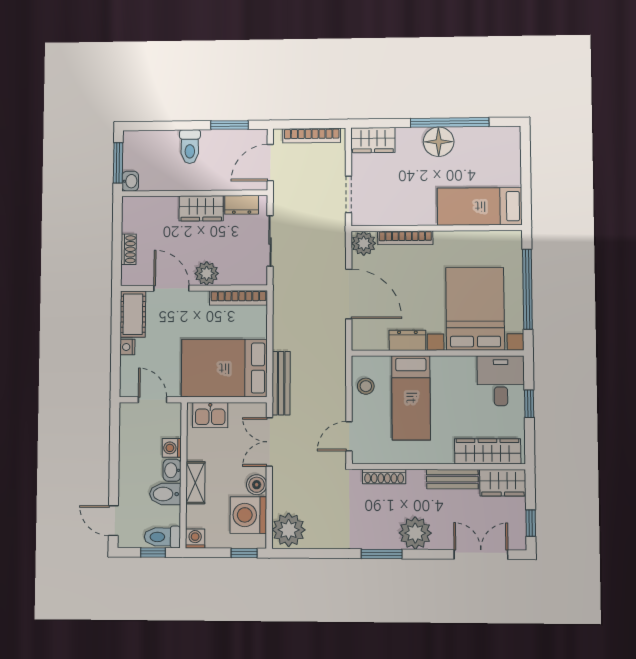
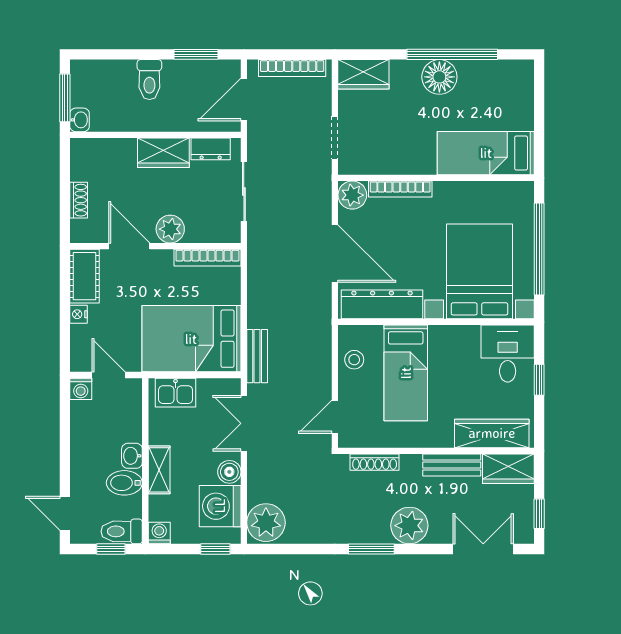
dresser: (407, 340) -> (382, 304), width x1.96, depth x1.24
bench: (281, 383) -> (257, 356), width x0.73
washing machine: (172, 448) -> (81, 389), moved, turned -90

